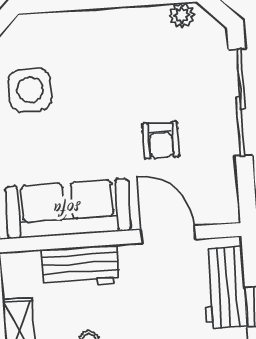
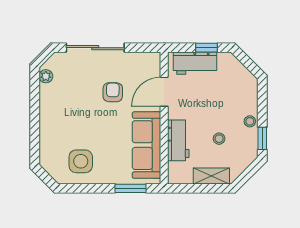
armchair: (161, 140) -> (113, 92), turned -89

